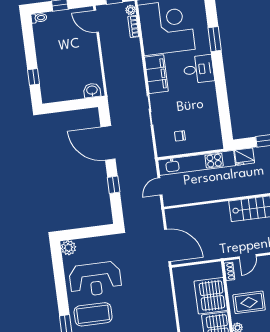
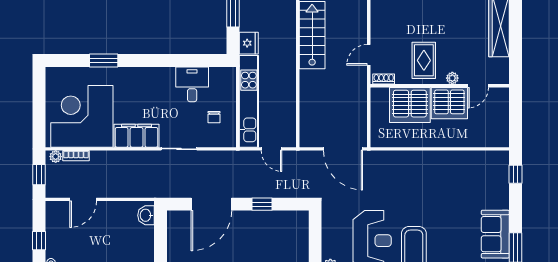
door: (96, 21) -> (83, 199), moved
desk: (199, 69) -> (192, 84), moved
door: (168, 245) -> (343, 149), swing flipped
door: (248, 257) -> (369, 55), swing flipped

